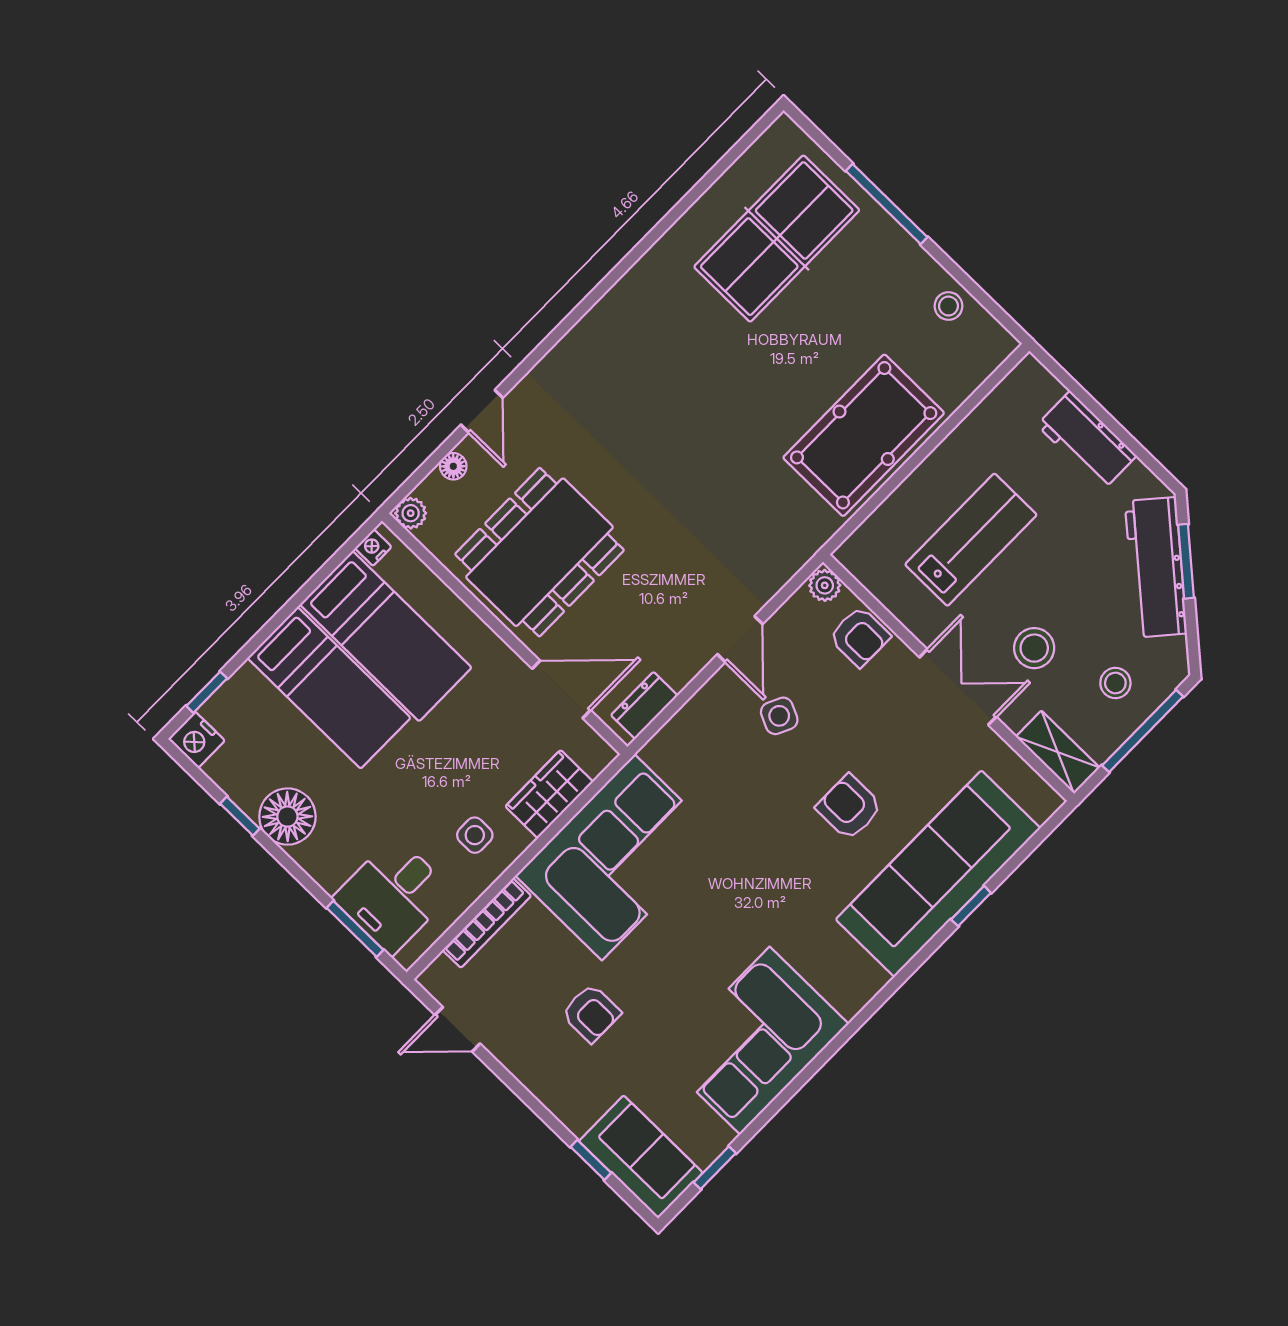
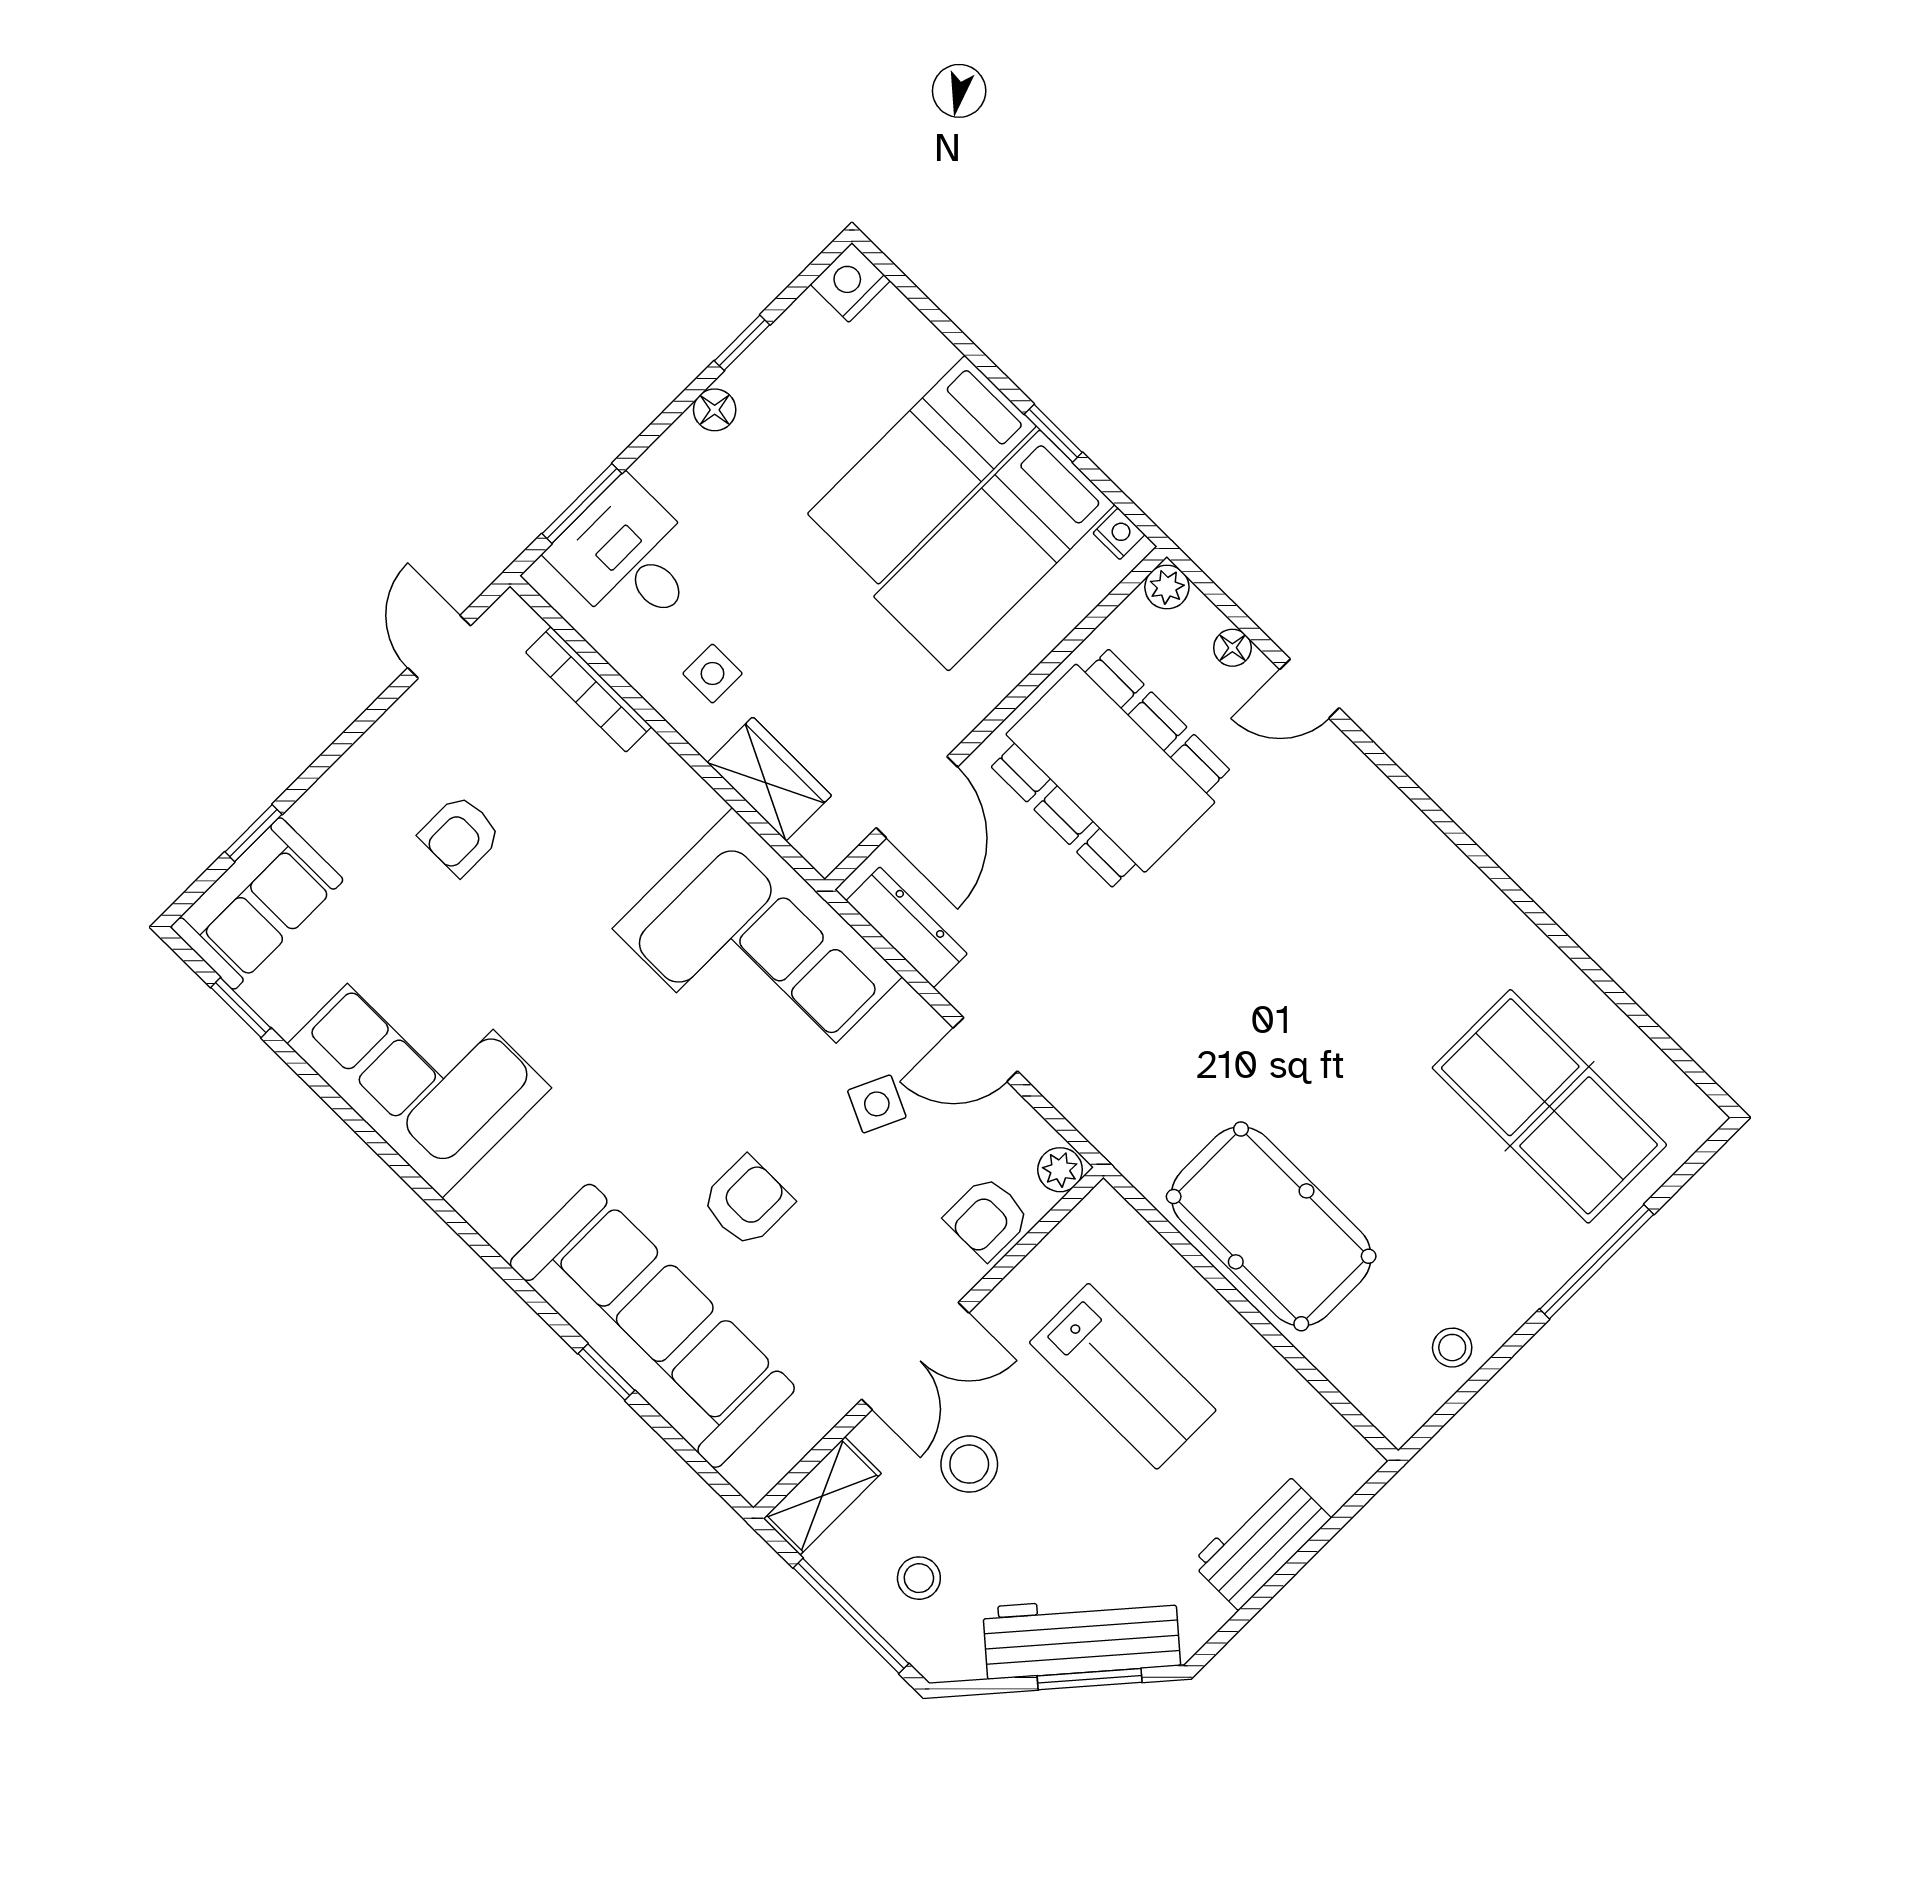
window: (207, 692) -> (1053, 433), moved
dresser: (644, 705) -> (907, 927), width x1.44
floor lamp: (287, 817) -> (715, 410), width x0.53, depth x0.53
corner sofa: (618, 857) -> (757, 953), moved

